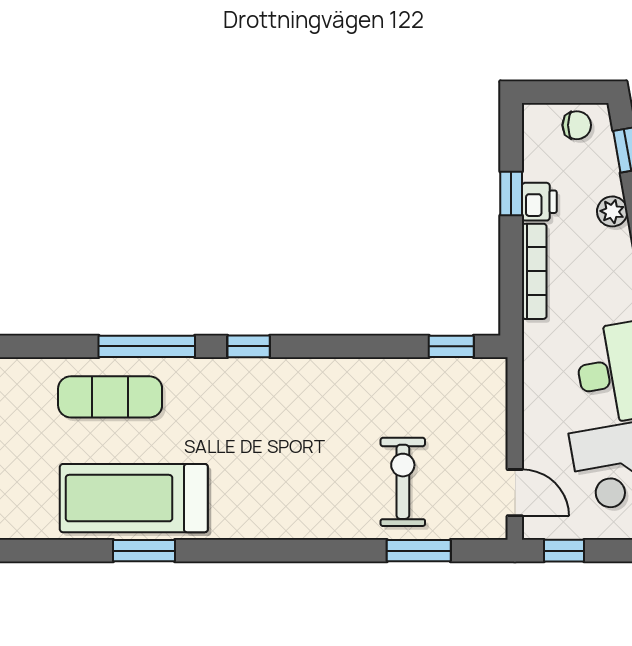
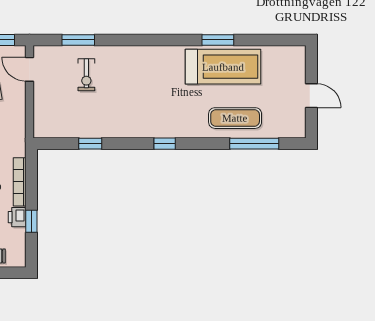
window: (147, 346) -> (254, 144), moved
window: (451, 346) -> (90, 144), moved
exercise bike: (403, 482) -> (86, 75), width x0.73, depth x0.72

